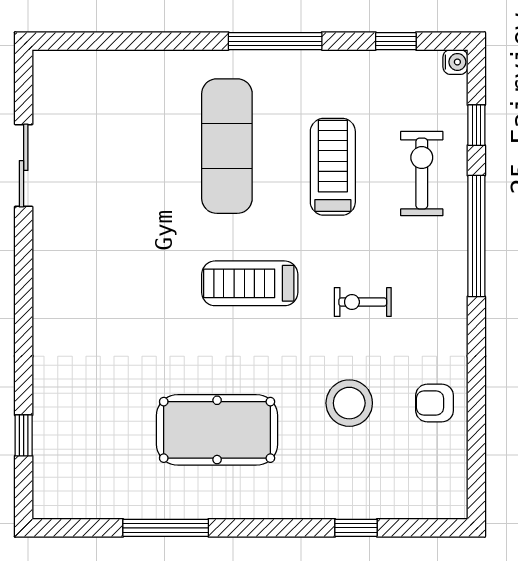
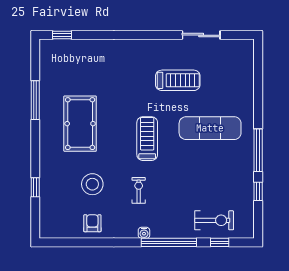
window: (396, 41) -> (258, 191), moved
water cooler: (455, 62) -> (144, 233), moved
treadmill: (333, 167) -> (178, 80), moved
exercise bike: (422, 174) -> (214, 220), moved
window: (24, 435) -> (62, 35), moved

